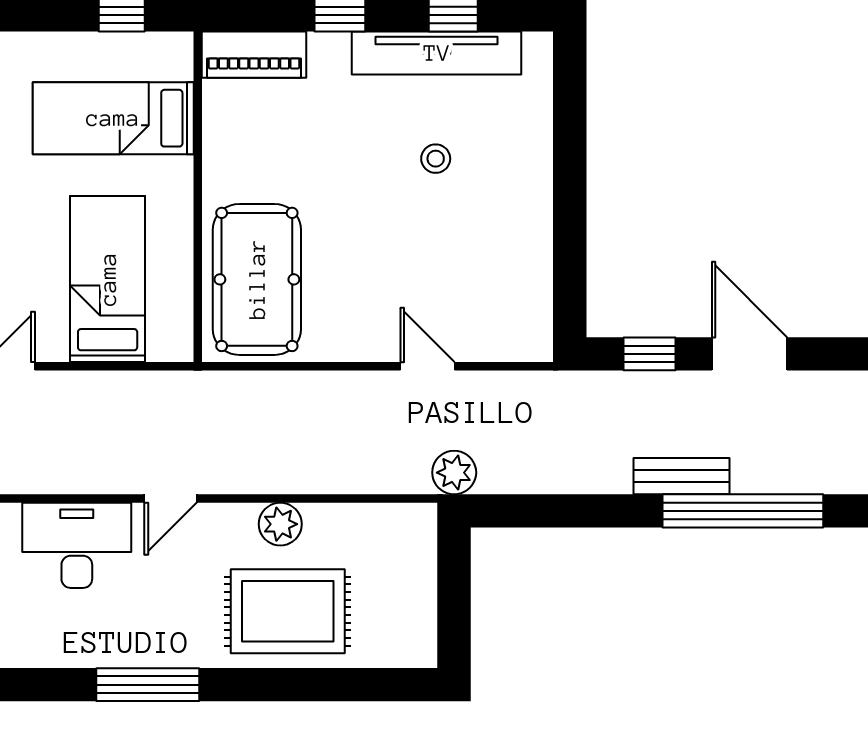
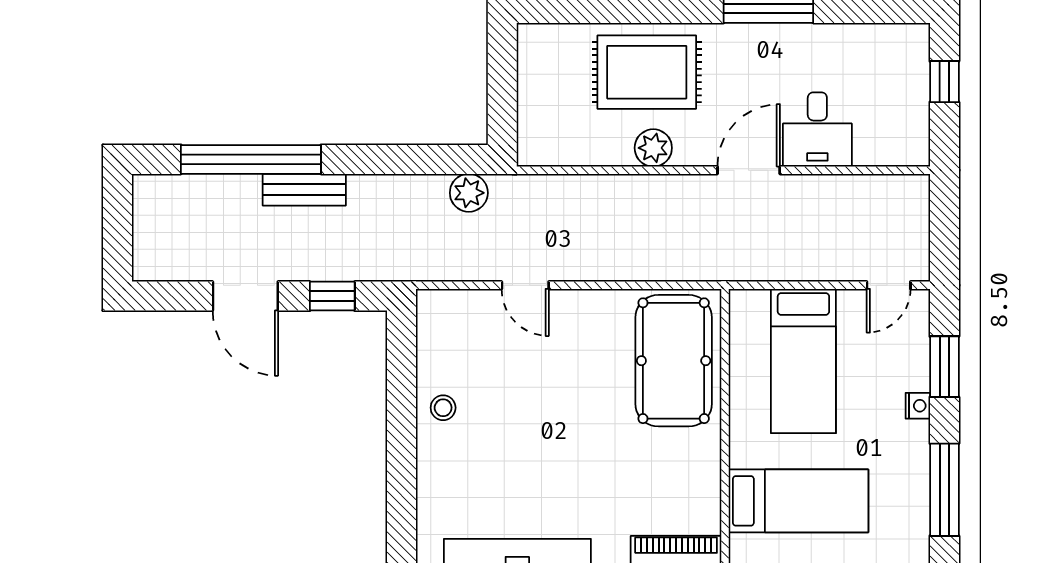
stool: (436, 159) -> (443, 408), moved
plant: (454, 473) -> (469, 193), moved
door: (171, 499) -> (749, 170), width x1.38
desk: (77, 545) -> (817, 129), width x0.73

